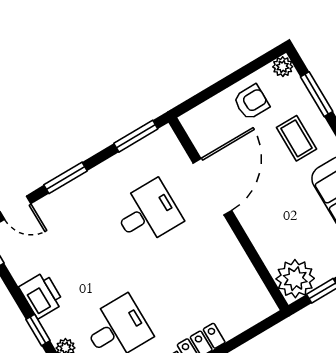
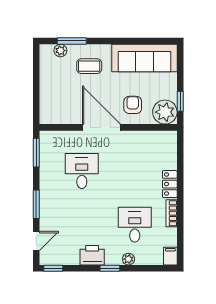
plant: (283, 67) -> (60, 51), moved
armchair: (251, 102) -> (133, 105), moved
door: (212, 187) -> (101, 127), moved

